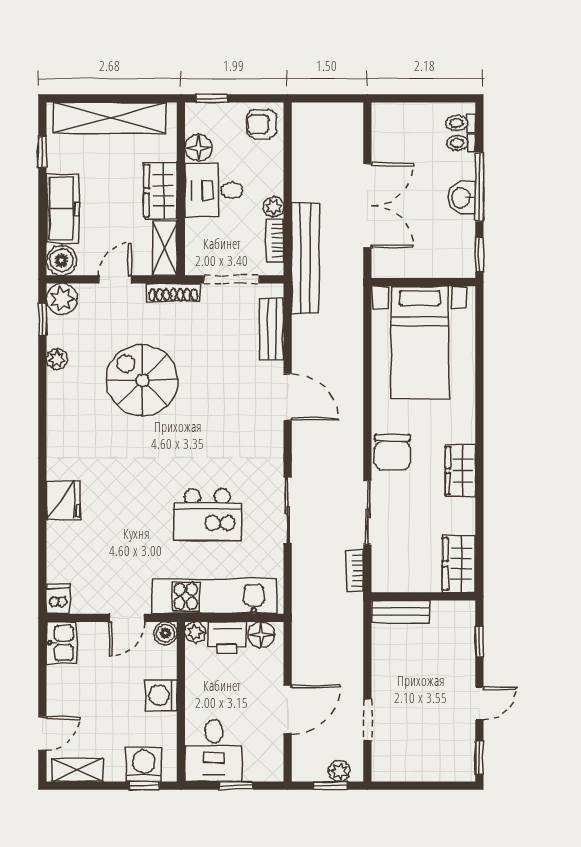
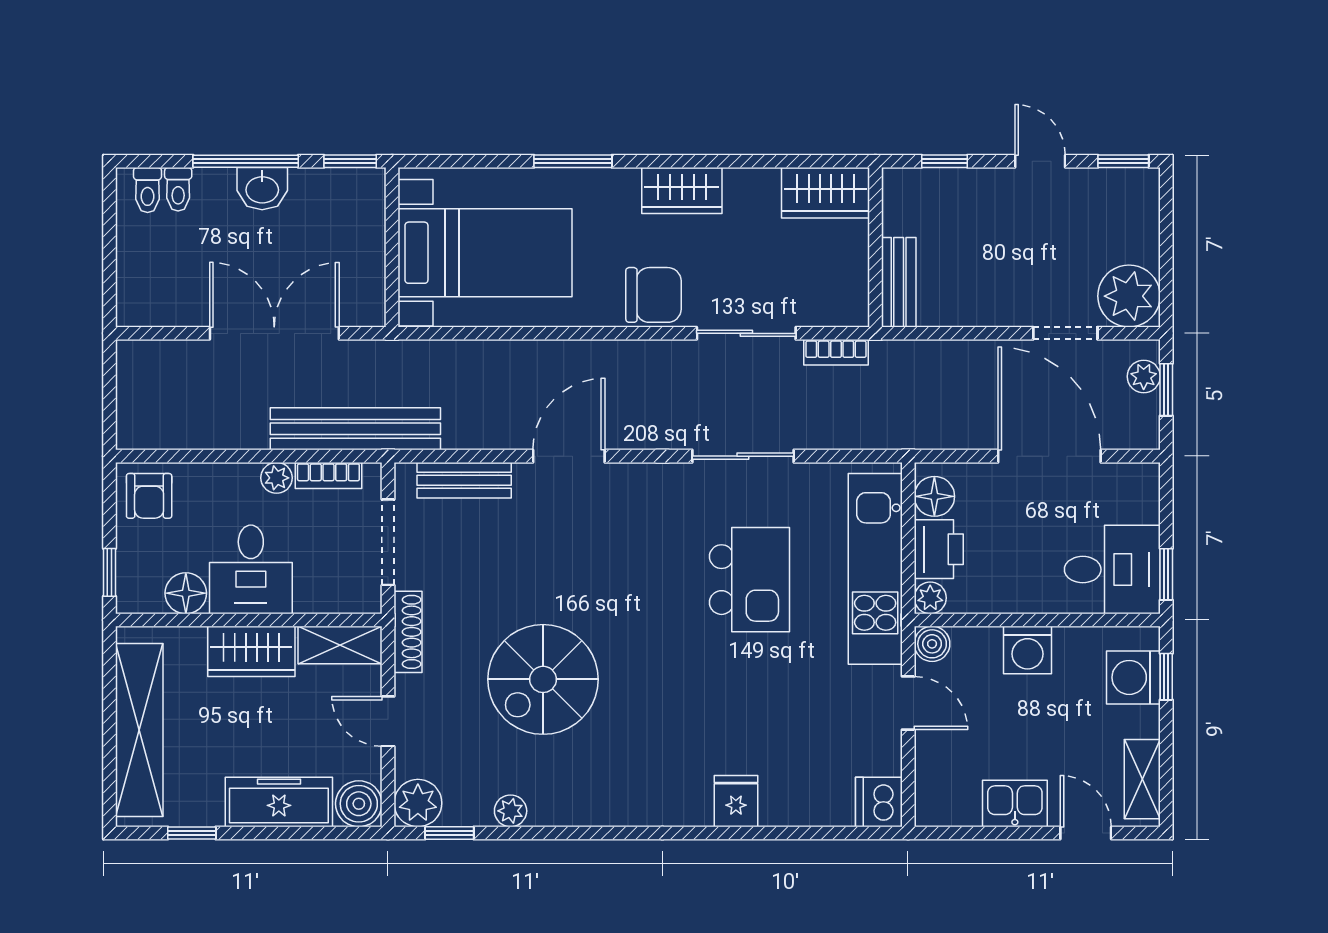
window: (479, 400) -> (573, 161), added
fridge: (63, 500) -> (736, 801), width x0.72
dishwasher: (58, 599) -> (879, 802), width x1.38
kitchen sink: (62, 643) -> (1015, 803), moved
door: (288, 710) -> (1049, 456), width x1.36
plant: (392, 761) -> (1129, 296), added
window: (236, 786) -> (1166, 574), moved

